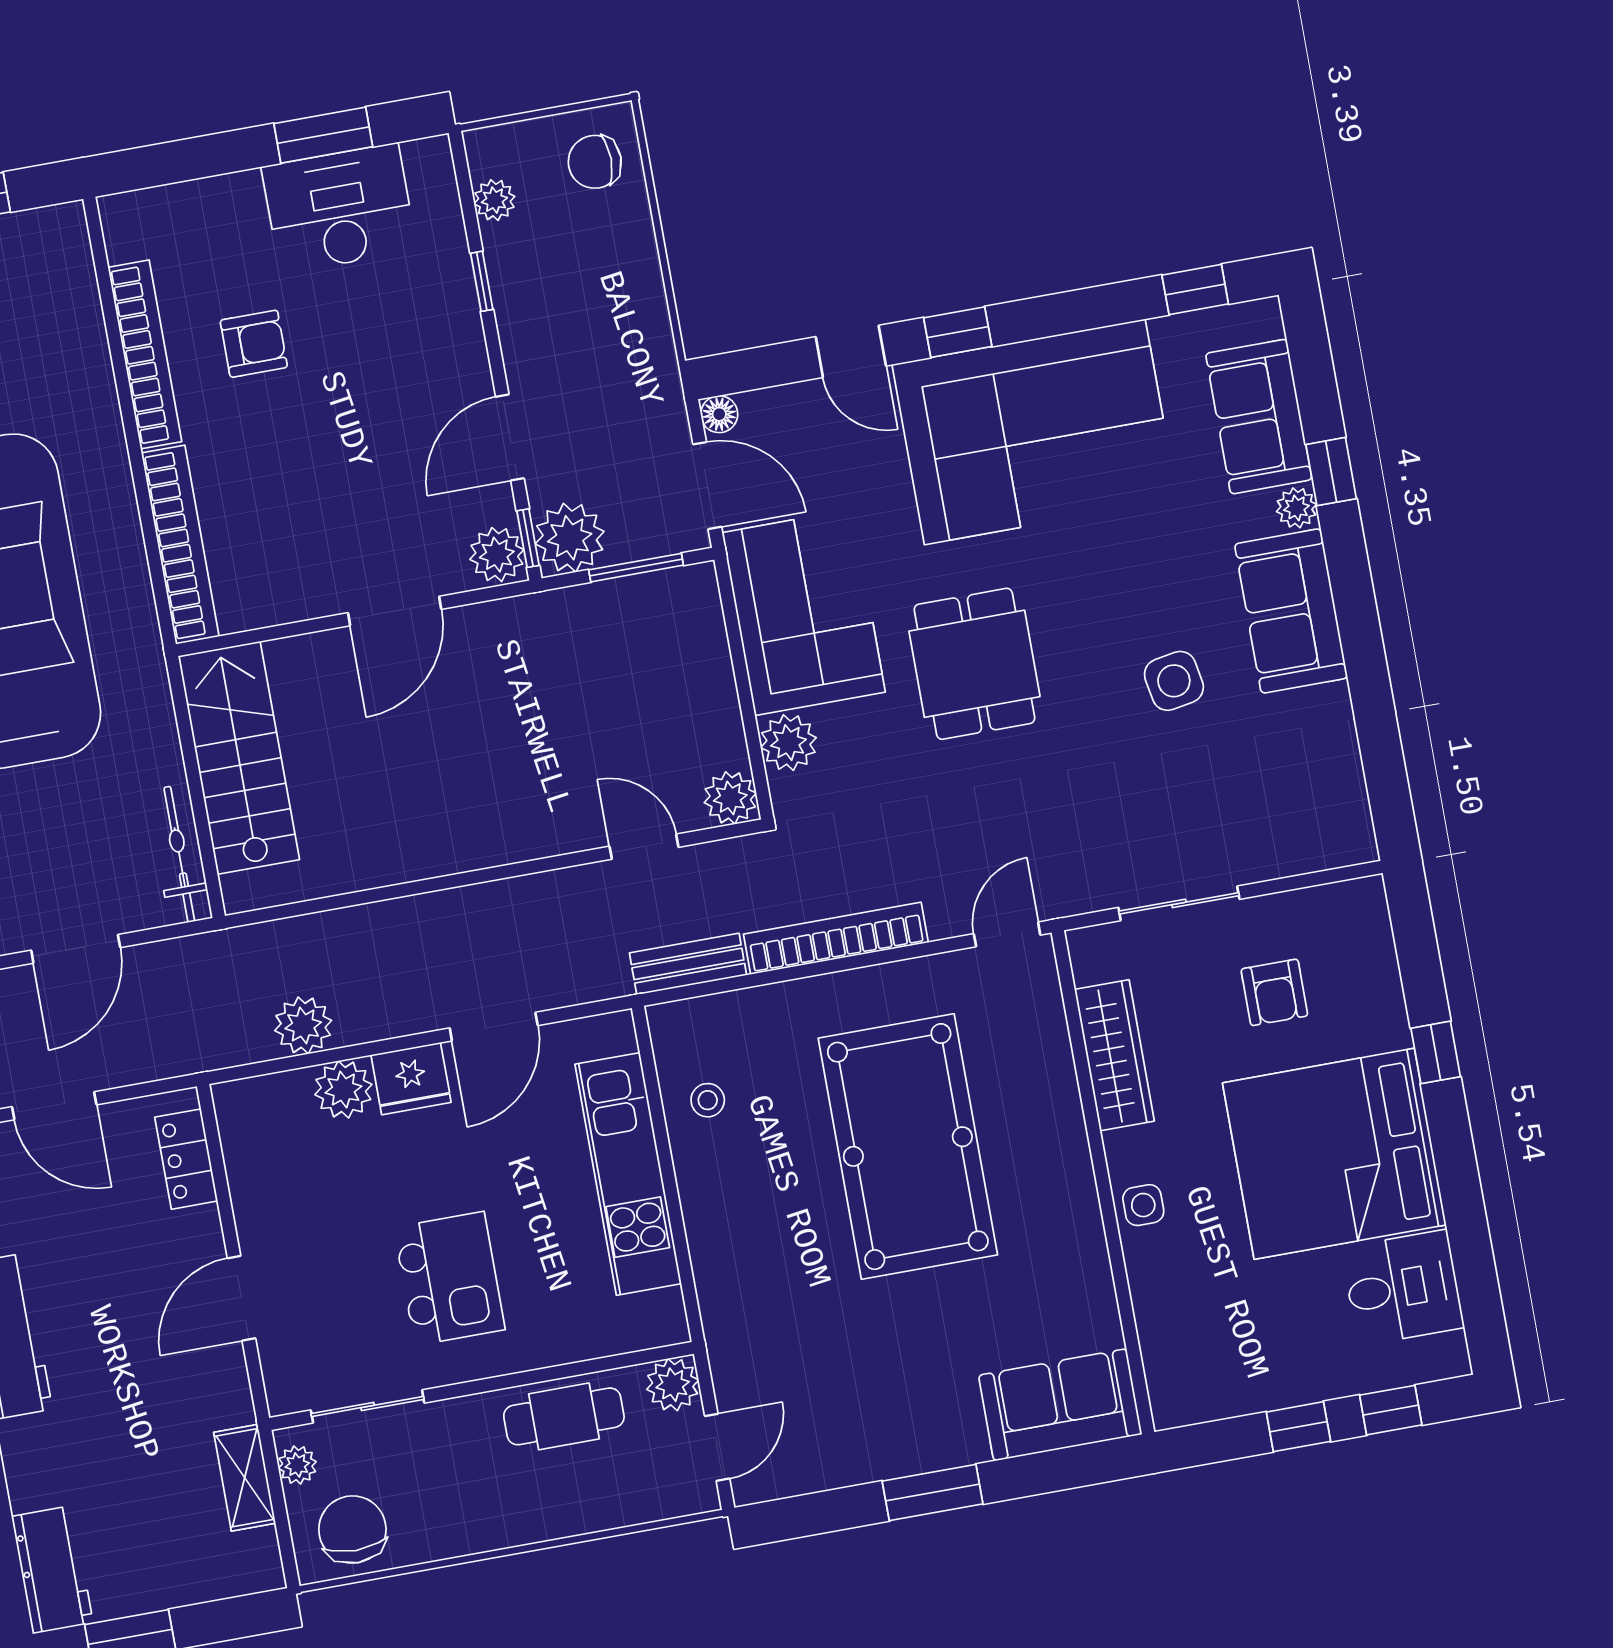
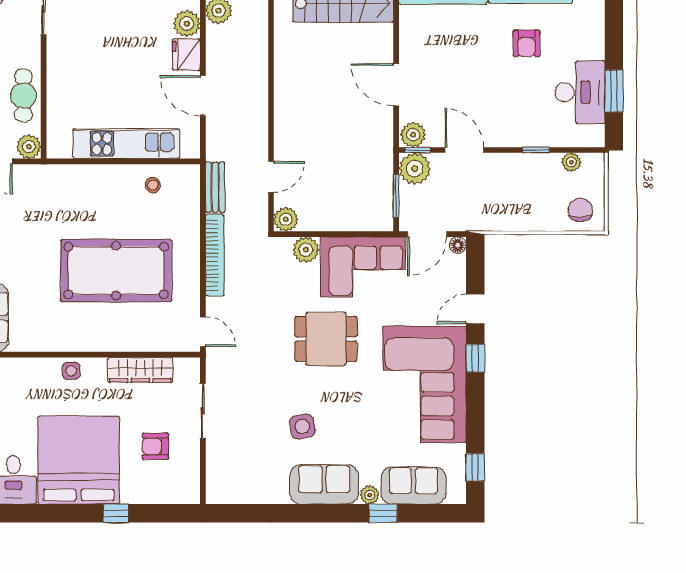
kitchen island: (449, 1278) -> (94, 56), removed

